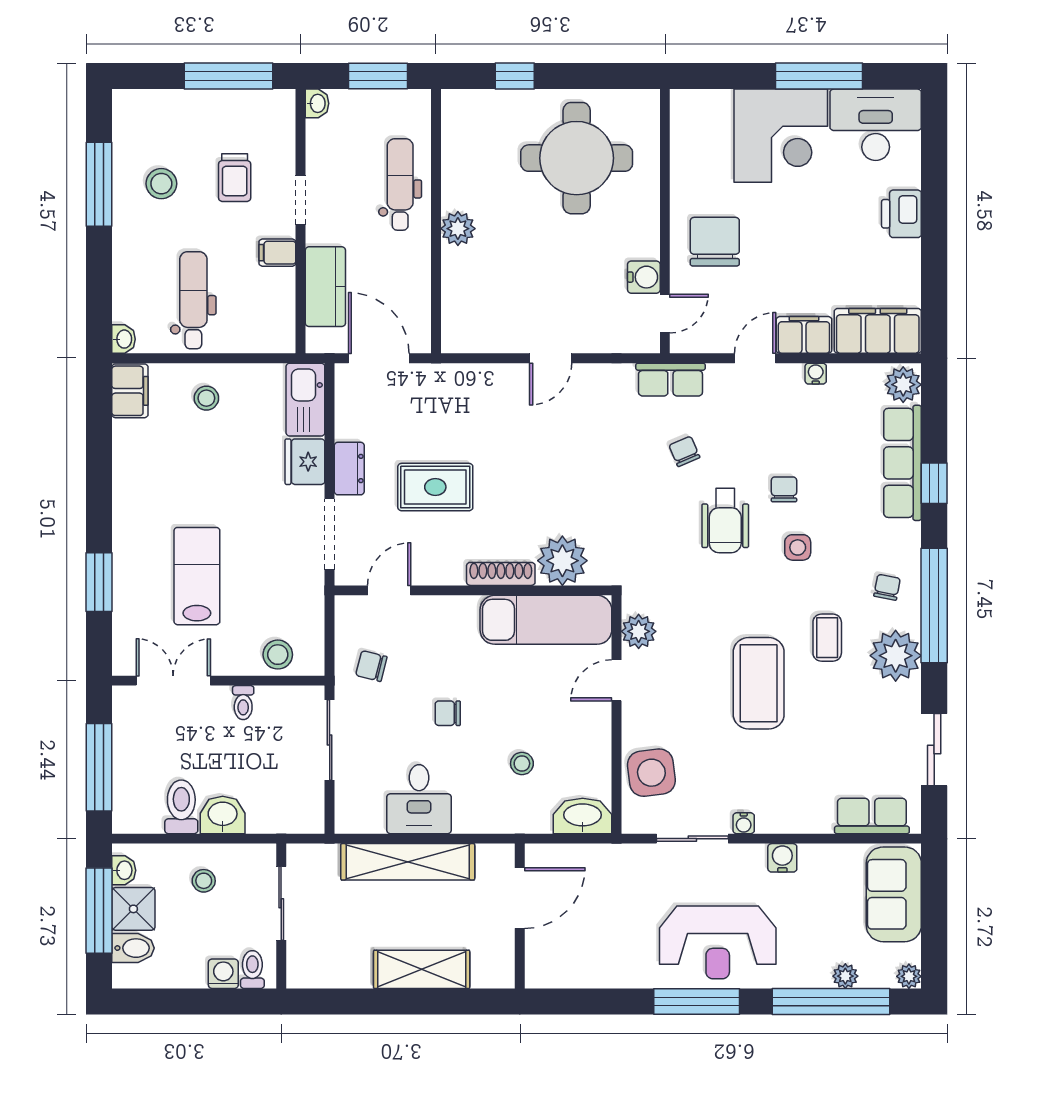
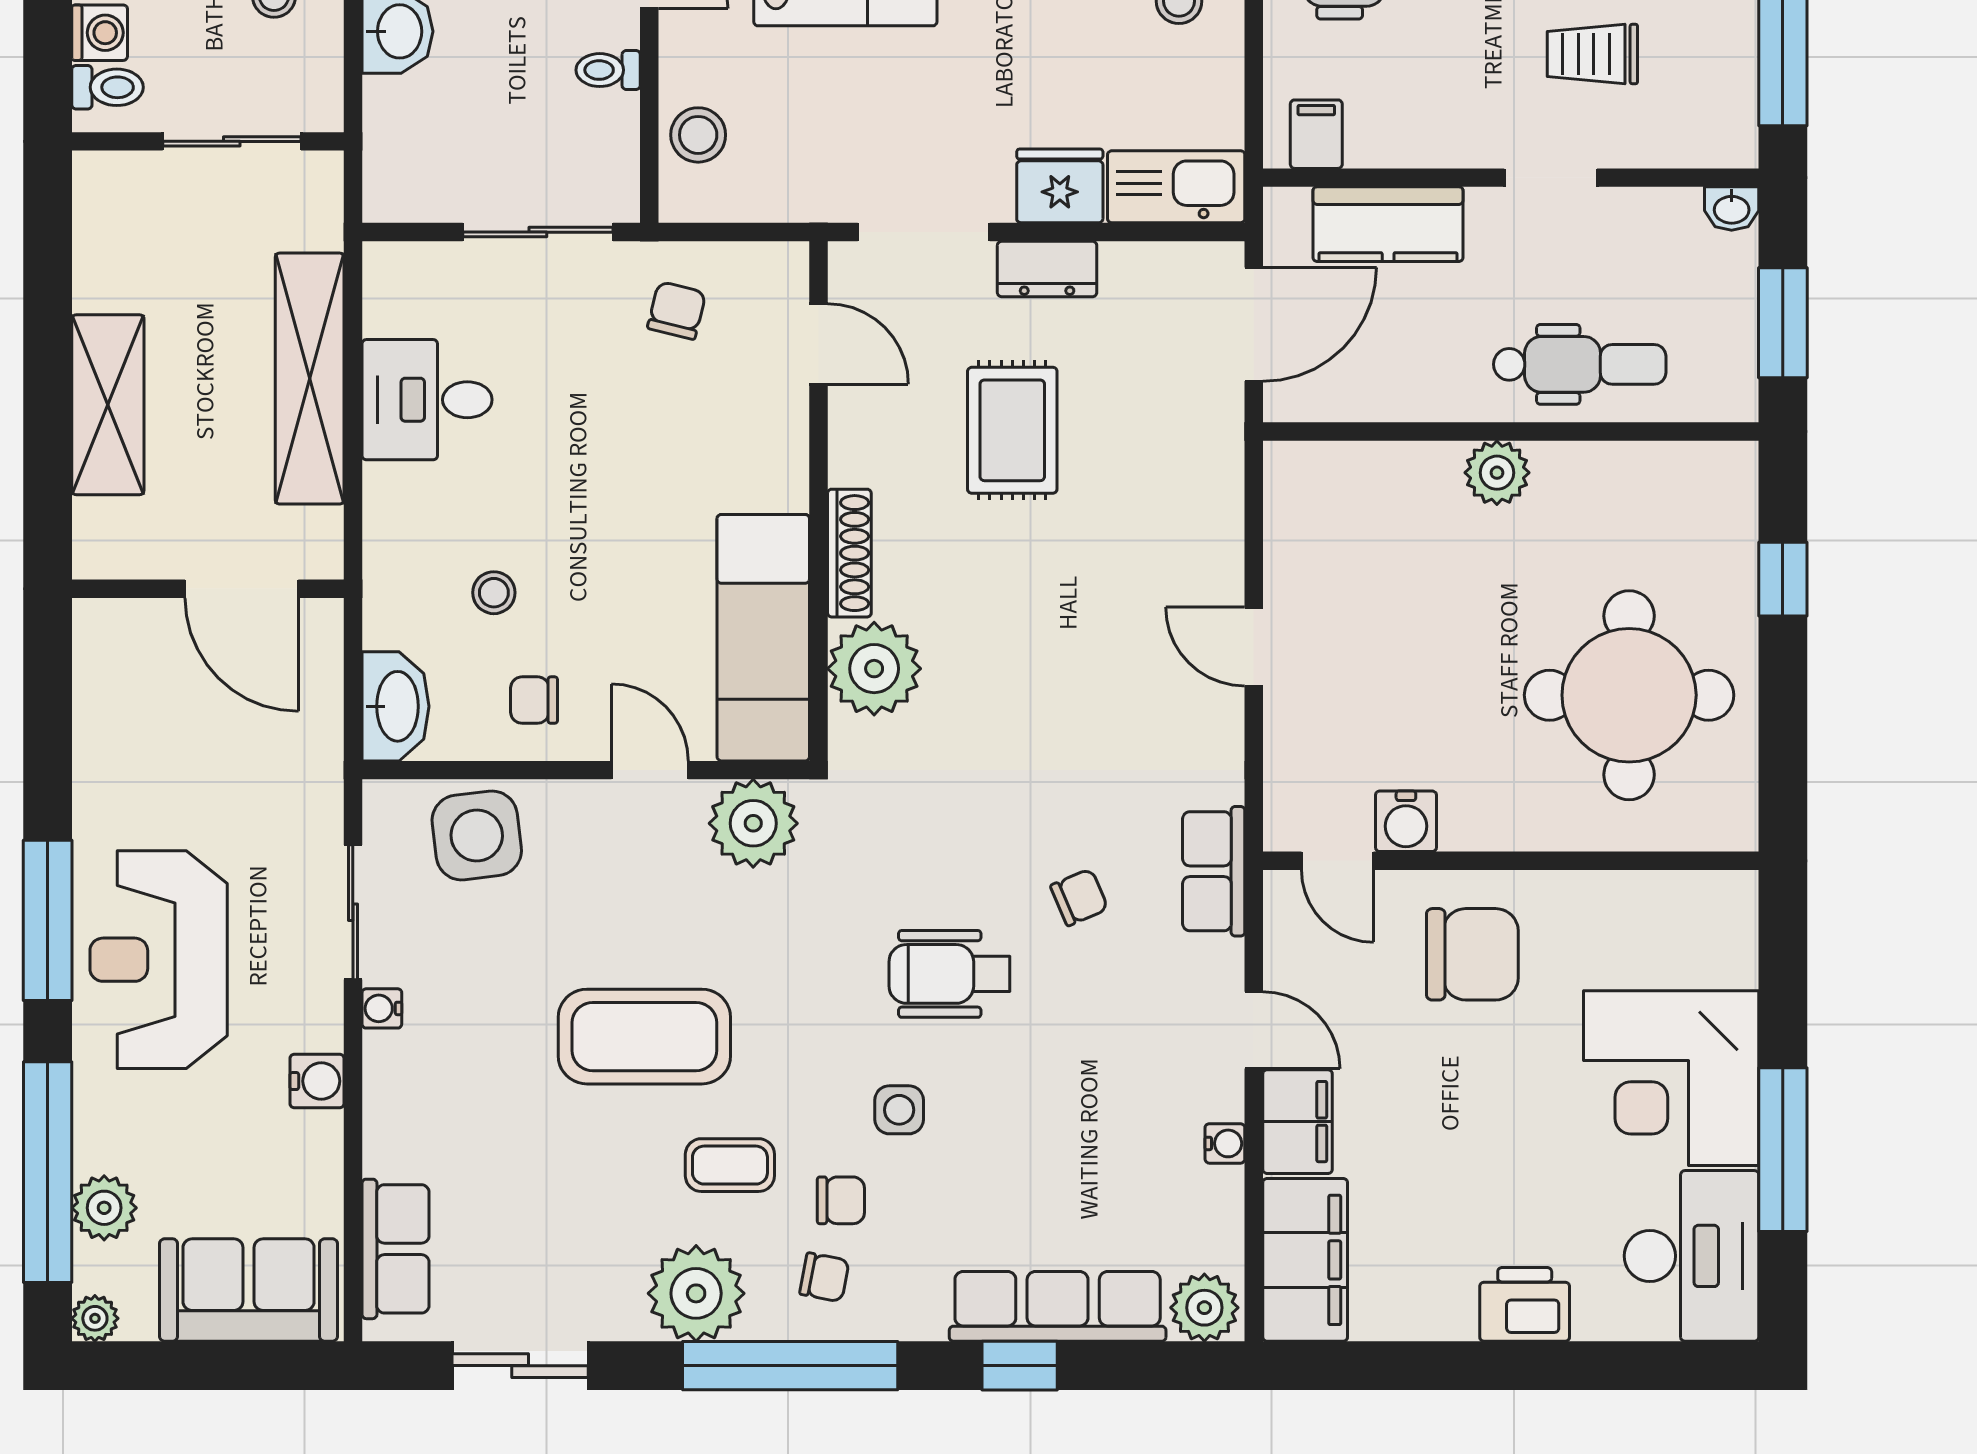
filing cabinet: (277, 253) -> (1316, 134), moved
chair: (784, 489) -> (841, 1200), moved
plant: (639, 631) -> (753, 823), width x1.36, depth x1.36
chair: (448, 713) -> (534, 700), moved, turned -90
plant: (845, 976) -> (104, 1208), width x1.38, depth x1.38

